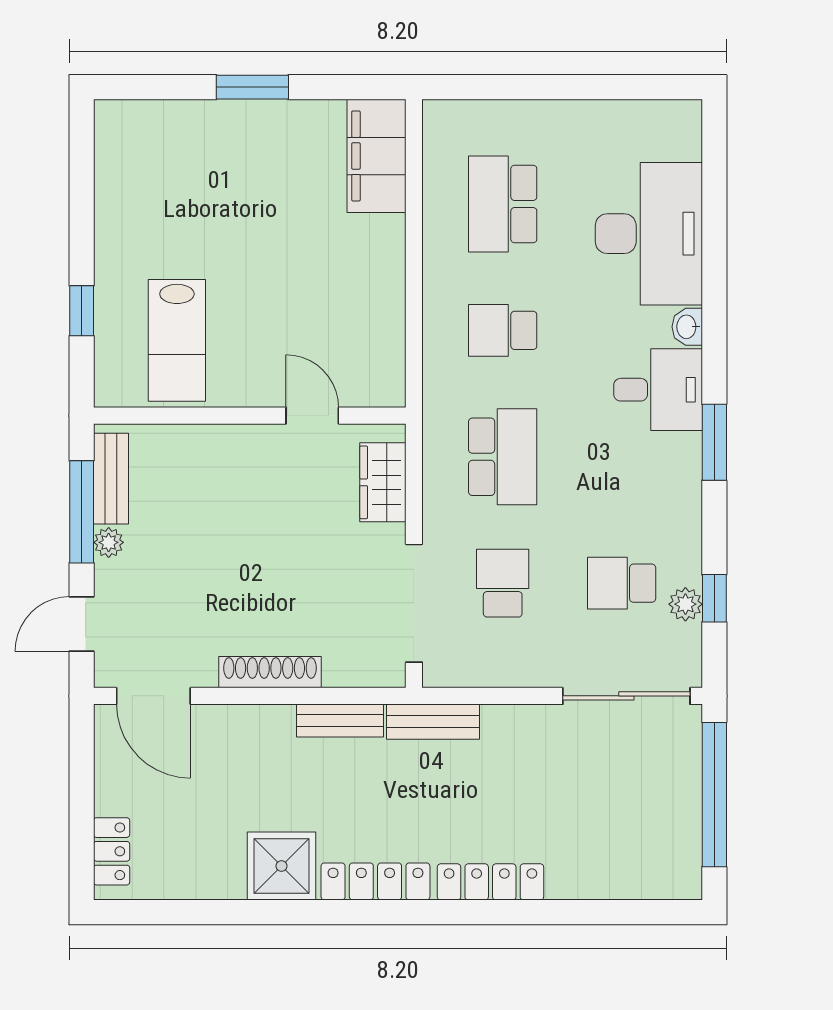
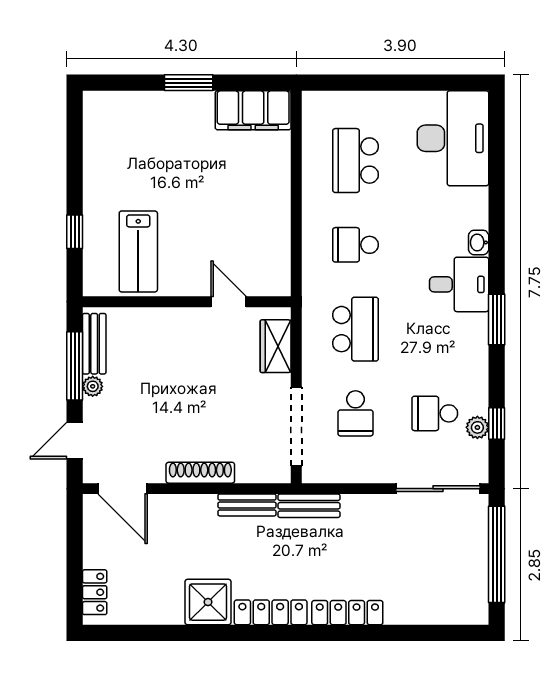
filing cabinet: (377, 156) -> (253, 110), moved, turned -90
desk: (649, 234) -> (453, 138), moved
school desk: (503, 583) -> (356, 413), turned 180

